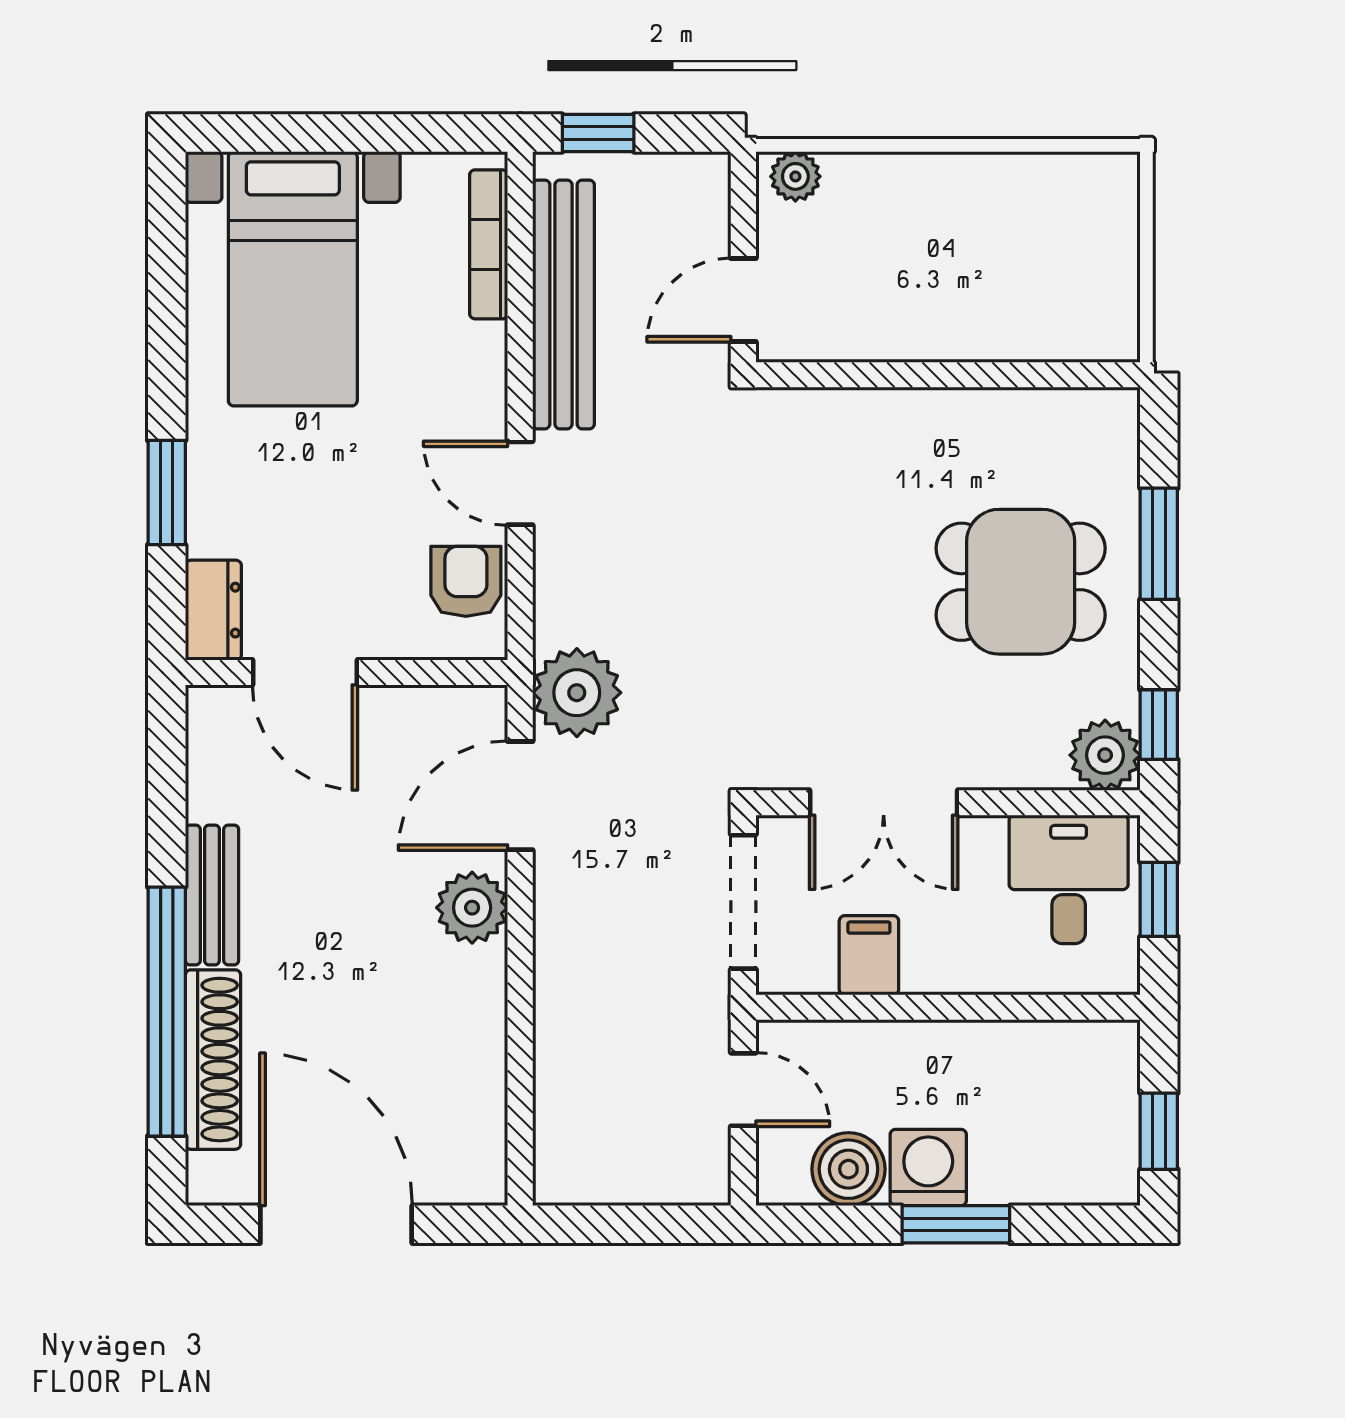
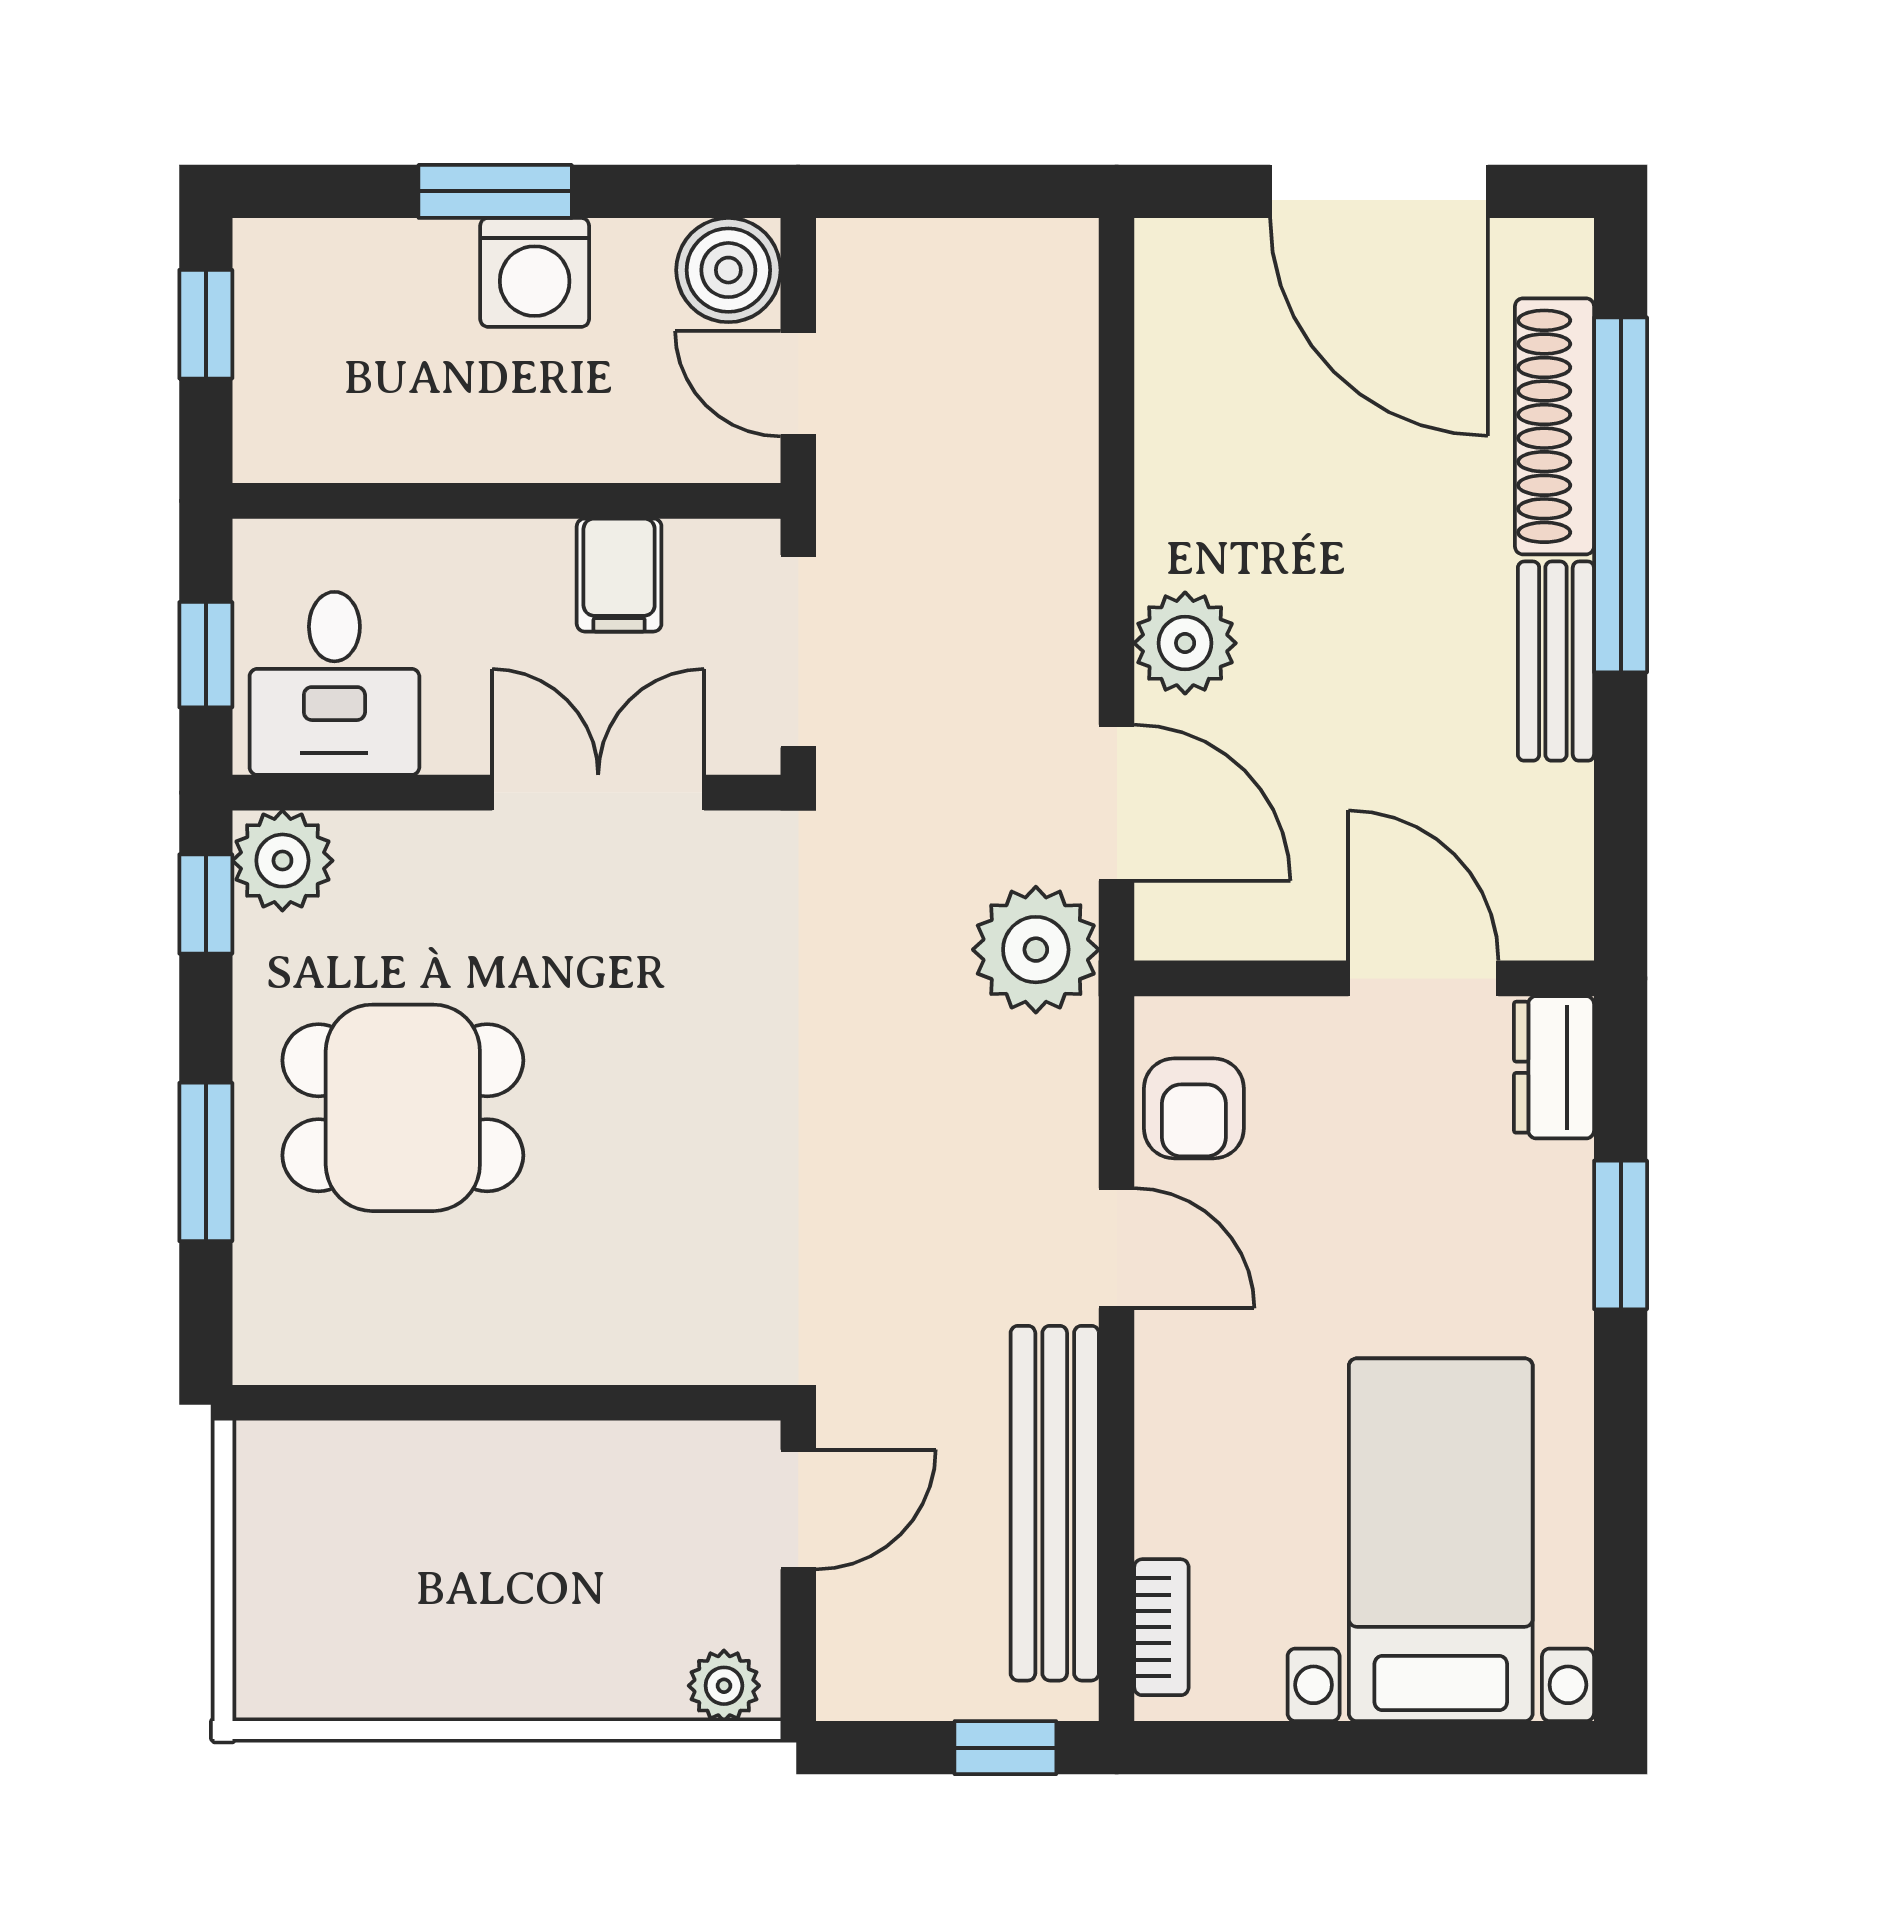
bookcase: (489, 244) -> (1161, 1627), width x0.64
door: (520, 796) -> (1117, 803), hinge flipped
boiler: (848, 1169) -> (728, 270), moved

